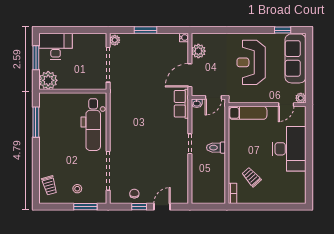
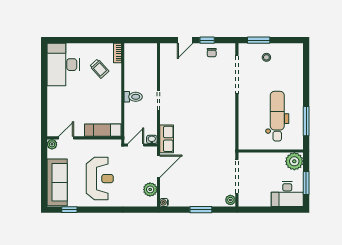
dental chair: (93, 125) -> (277, 116), moved
desk: (289, 149) -> (63, 65), moved
trolley: (49, 185) -> (293, 61), removed

